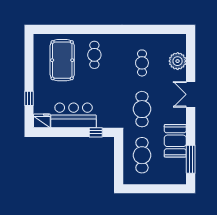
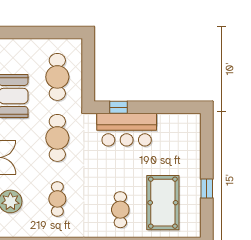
window: (29, 98) -> (207, 188), moved
bar counter: (74, 115) -> (127, 130), moved
fridge: (42, 121) -> (190, 122), removed

